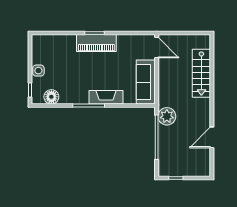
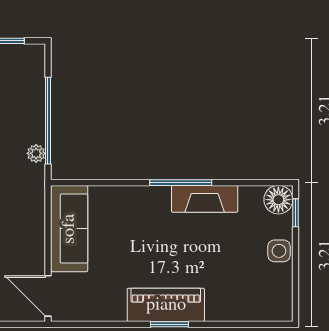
floor lamp: (51, 97) -> (278, 200), moved
fireplace: (106, 97) -> (205, 199), moved
plant: (167, 116) -> (36, 153), width x0.53, depth x0.53

